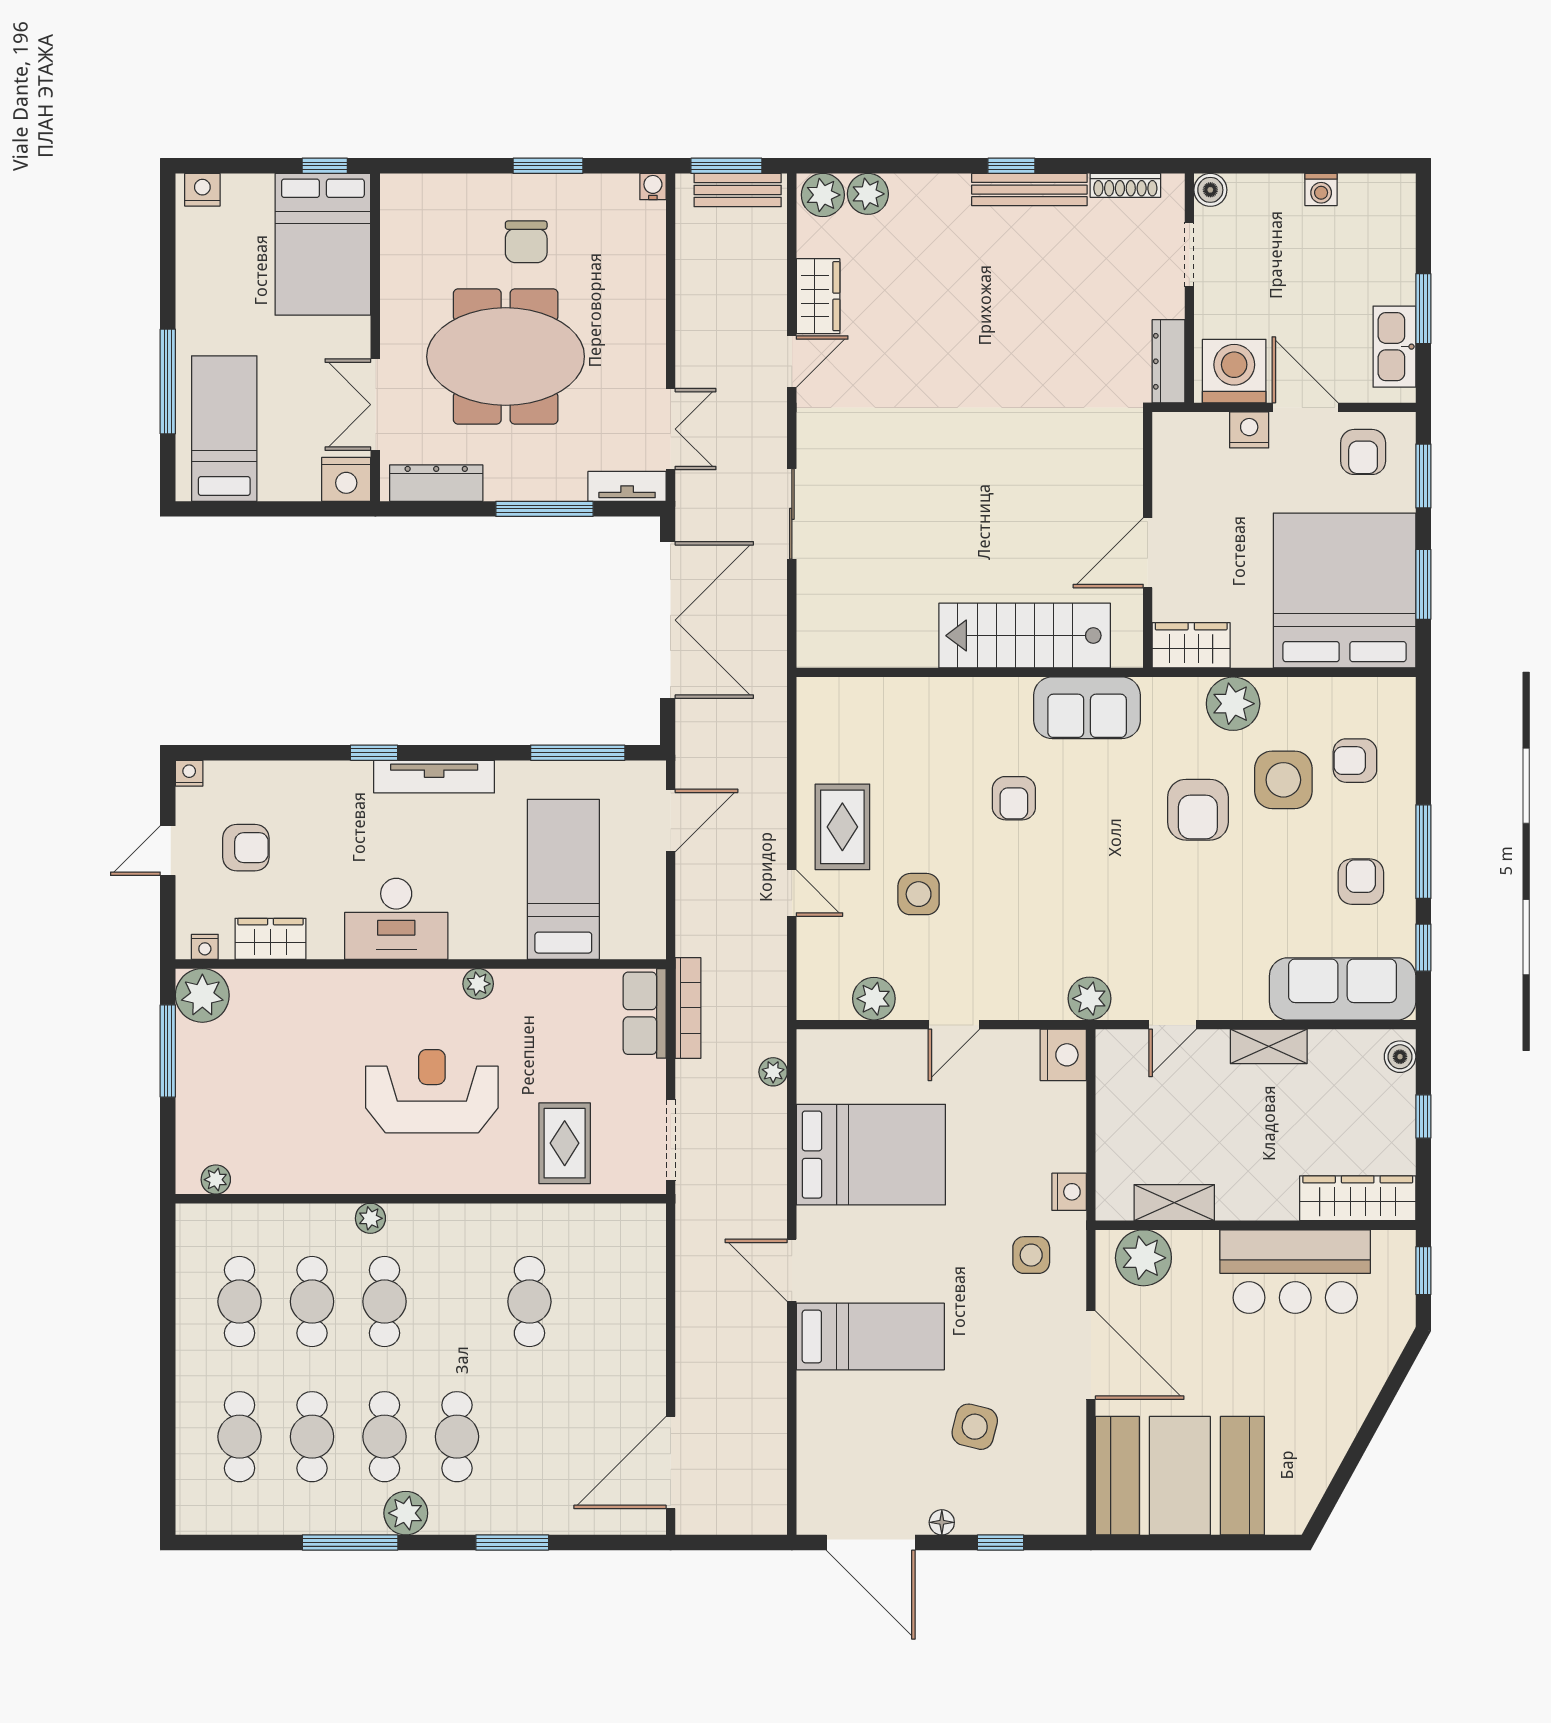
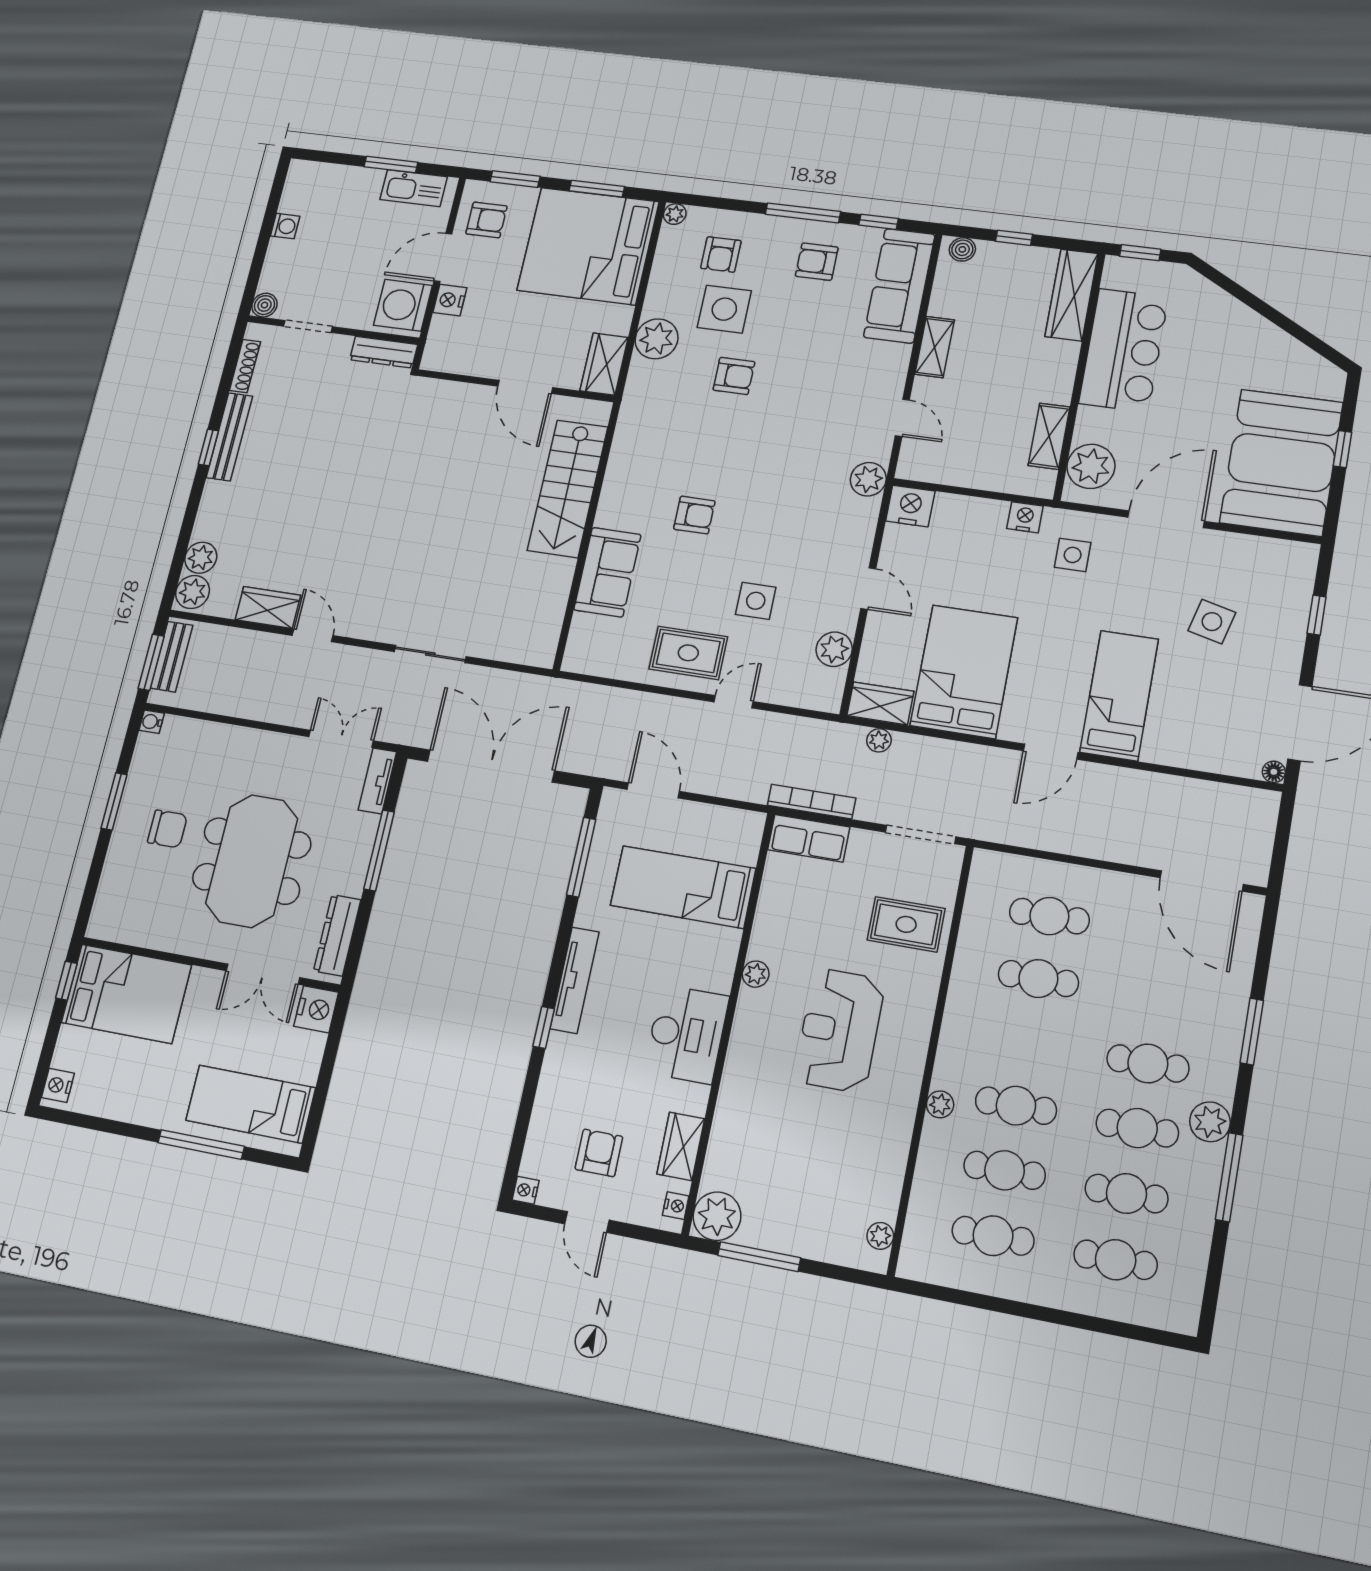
plant: (1402, 691) -> (675, 214), added
sofa: (1087, 708) -> (607, 572), moved
armchair: (1198, 810) -> (734, 376), width x0.72, depth x0.72
wardrobe: (817, 1065) -> (880, 703), added
cafe table: (602, 1302) -> (1049, 916), added
floor lamp: (942, 1522) -> (1274, 772), moved
window: (1206, 1543) -> (1342, 449), added

